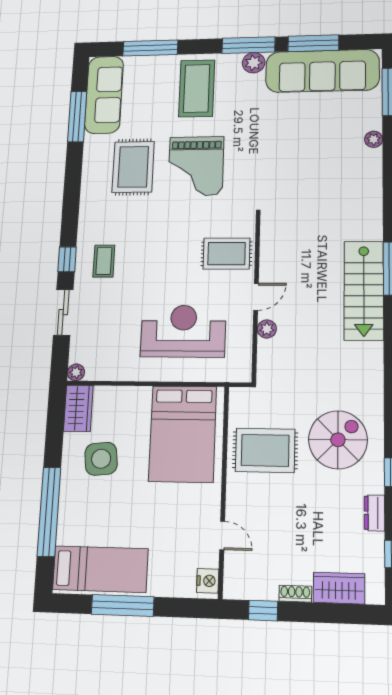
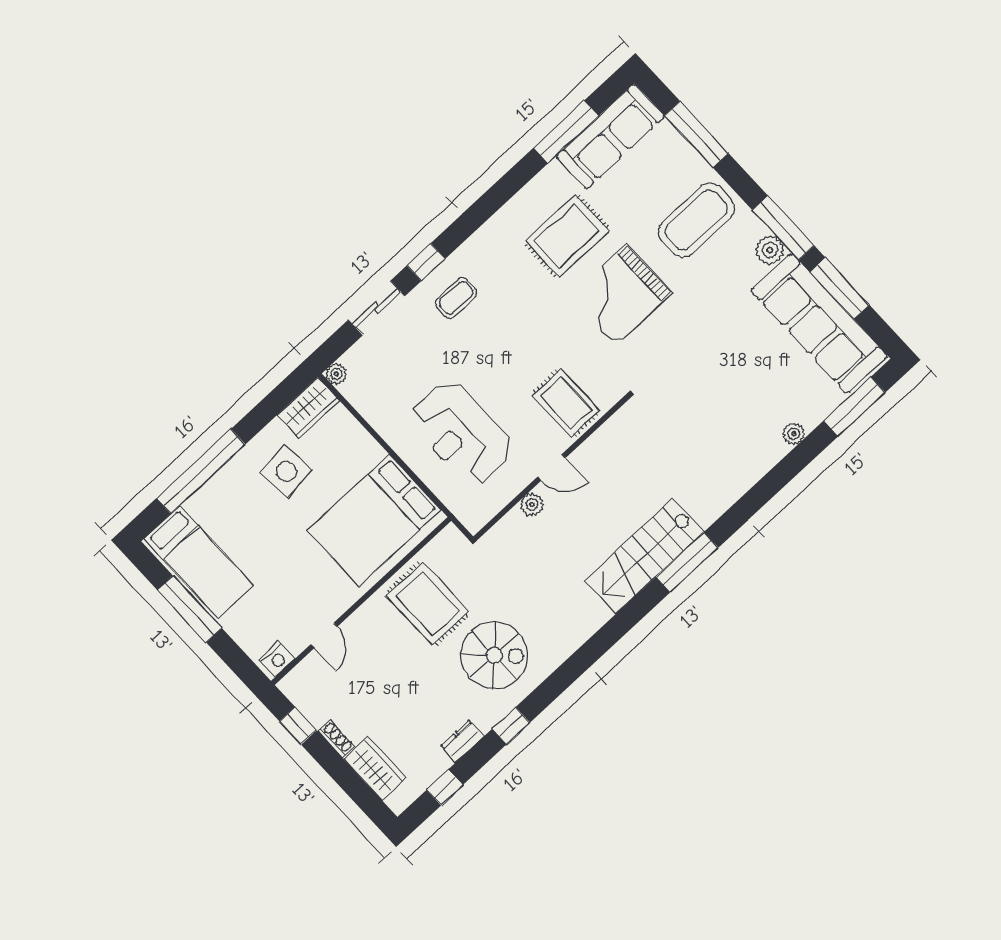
reception desk: (183, 331) -> (461, 433), turned 180

